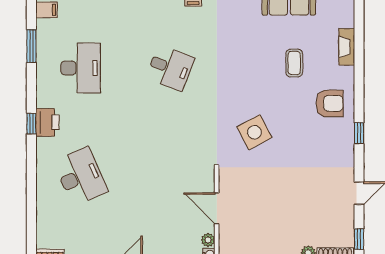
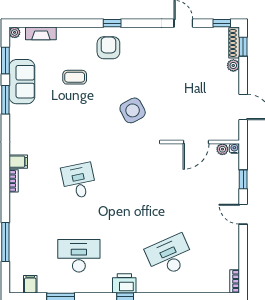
fireplace: (347, 47) -> (41, 33), moved
desk: (170, 68) -> (79, 181), turned -33
window: (359, 133) -> (112, 23), moved

